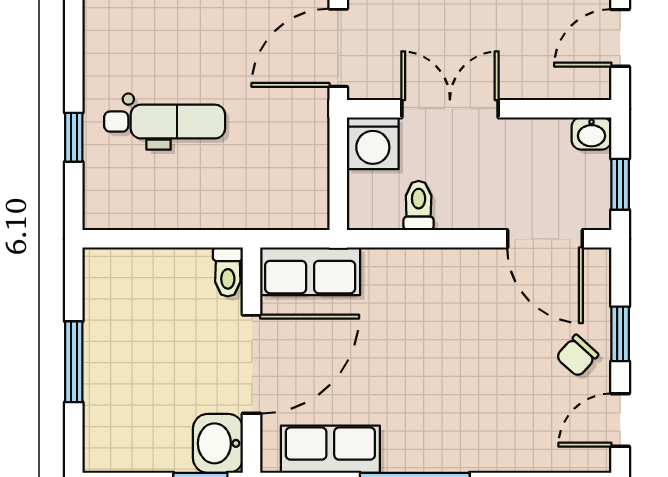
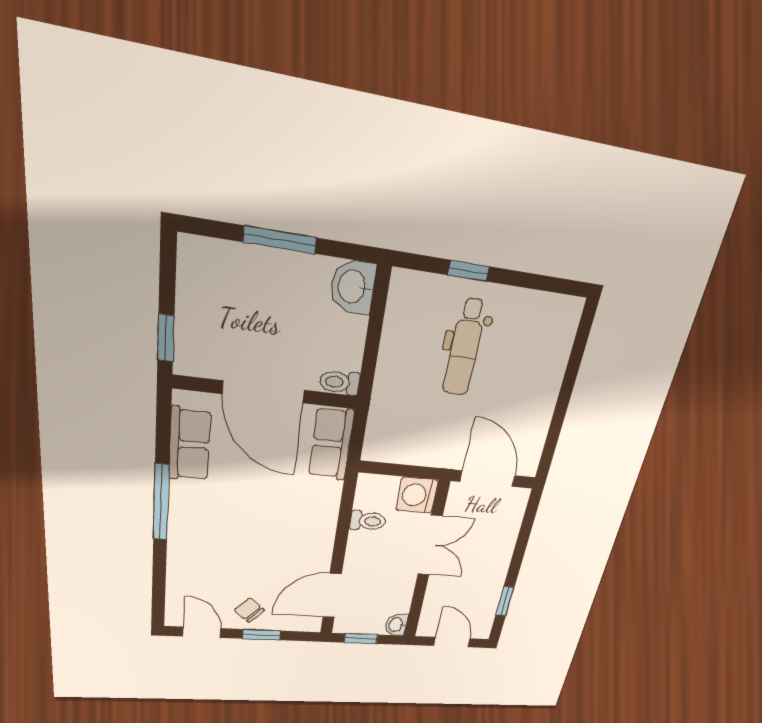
washbasin: (218, 443) -> (353, 287), moved, turned -90

